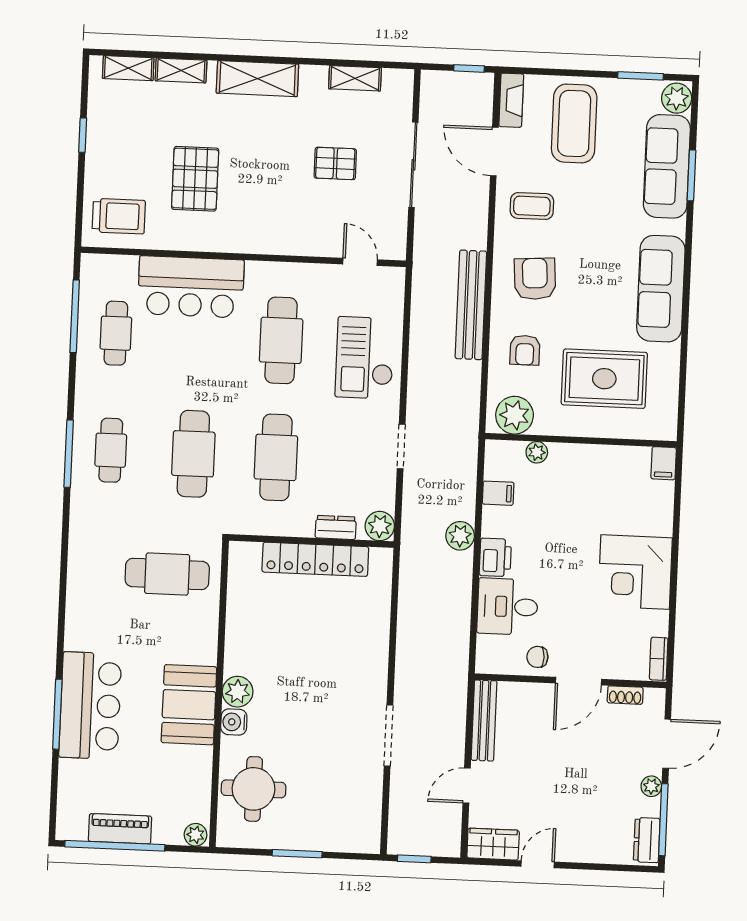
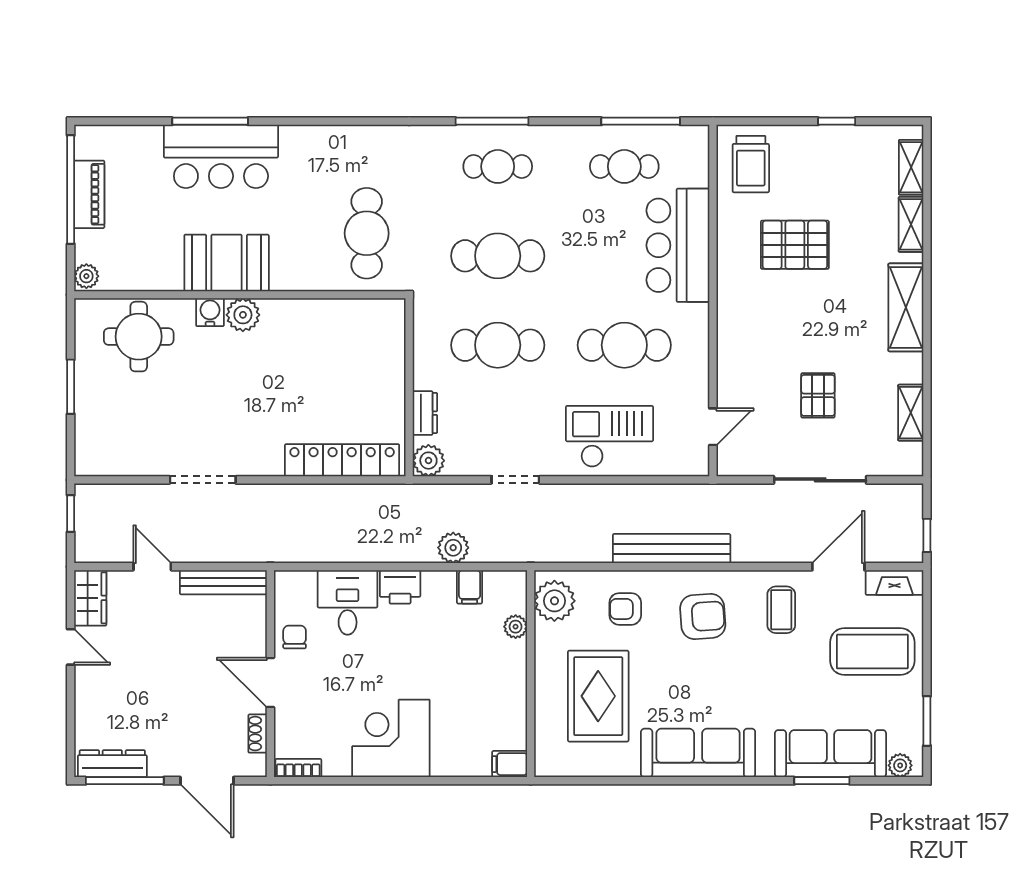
plant: (677, 98) -> (900, 765), width x0.73, depth x0.73
plant: (460, 536) -> (453, 548), moved
locker: (315, 559) -> (342, 460), moved, turned 90
plant: (651, 786) -> (160, 766), removed
dresser: (647, 840) -> (112, 764), width x1.44

